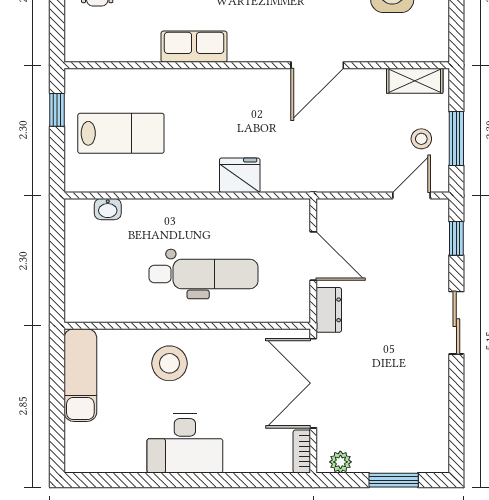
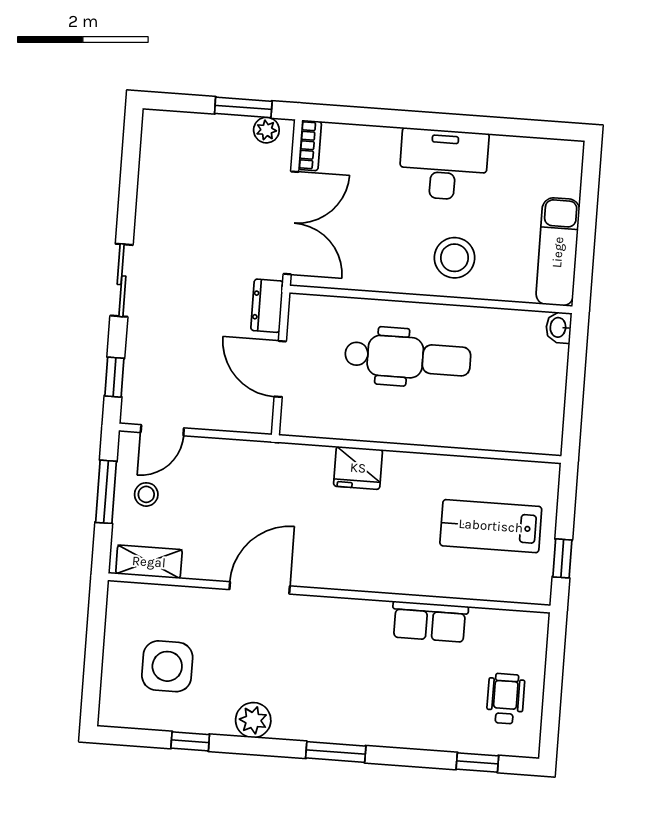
row of seats: (194, 47) -> (430, 622), moved
washbasin: (108, 209) -> (559, 327), moved, turned -90
dental chair: (204, 274) -> (408, 357), turned 180
window: (394, 480) -> (243, 107), moved

